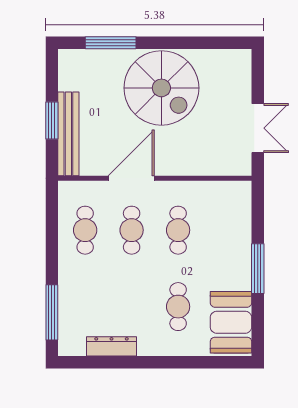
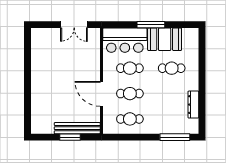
window: (111, 43) -> (27, 105), removed
spiral stairs: (161, 88) -> (52, 77), removed
double door: (258, 128) -> (74, 25), swing flipped
bar counter: (229, 221) -> (125, 40), added
booth: (231, 322) -> (165, 39), moved

